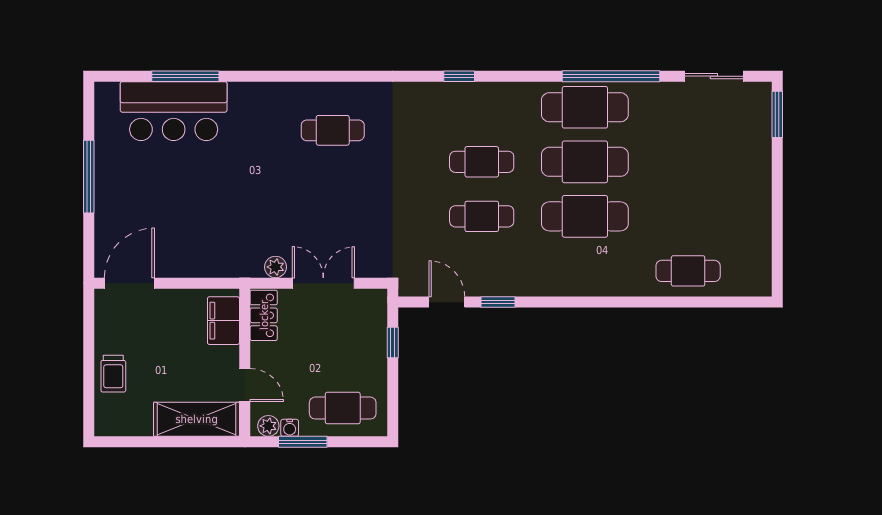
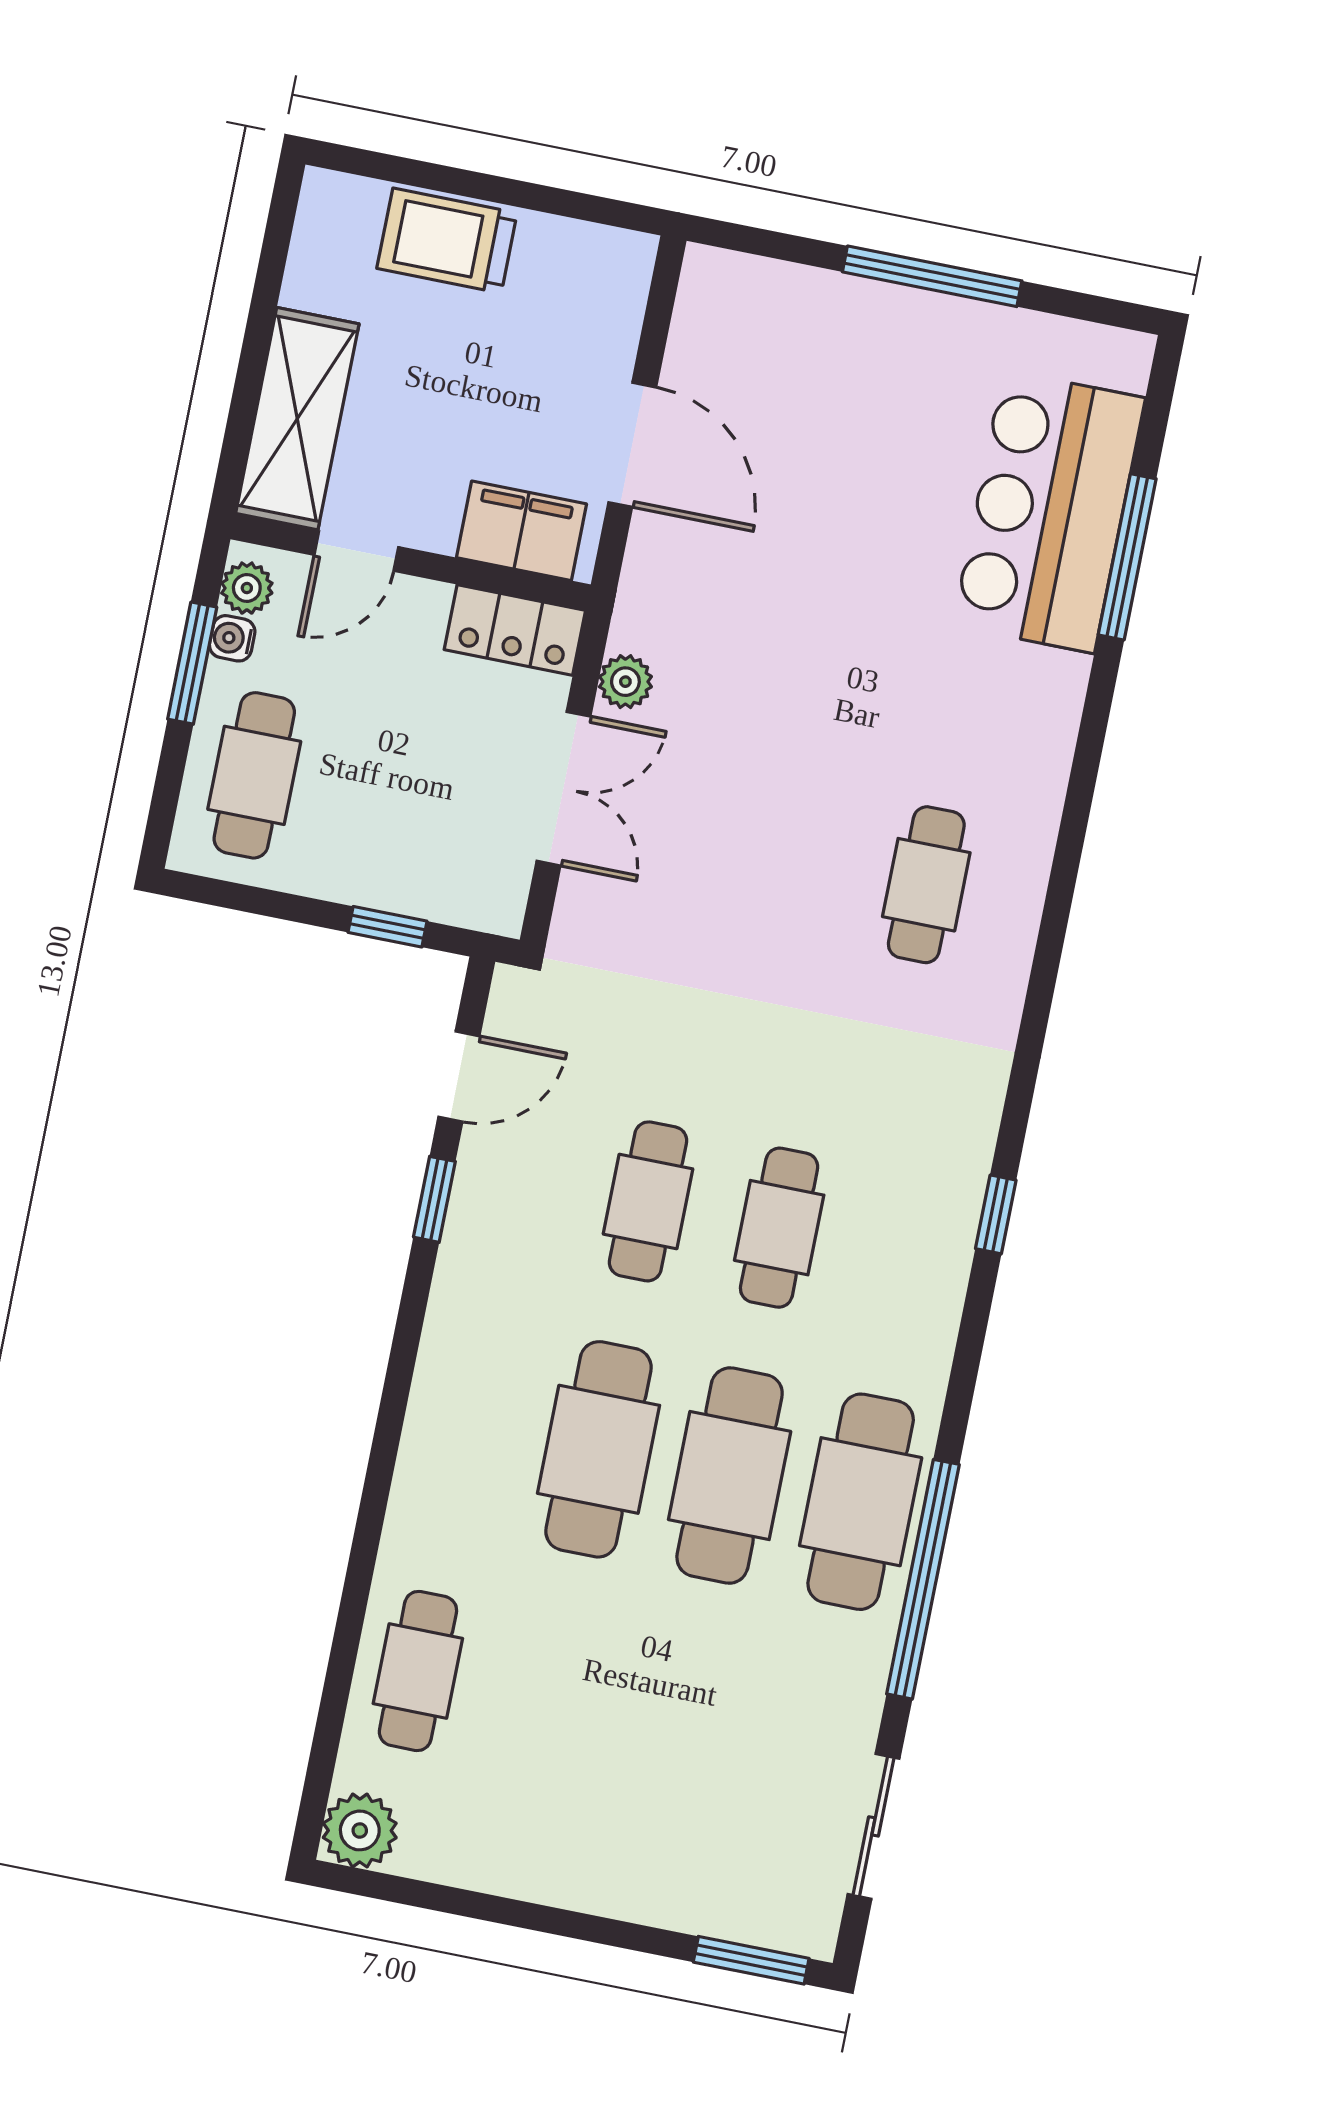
plant: (757, 281) -> (360, 1830), added
door: (129, 283) -> (632, 445), moved
trolley: (113, 374) -> (447, 241), width x1.36, depth x1.39

